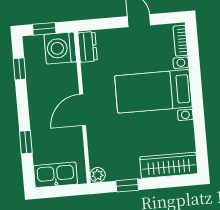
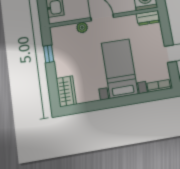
wardrobe: (169, 165) -> (66, 91), width x0.67
plant: (98, 175) -> (82, 27), moved

